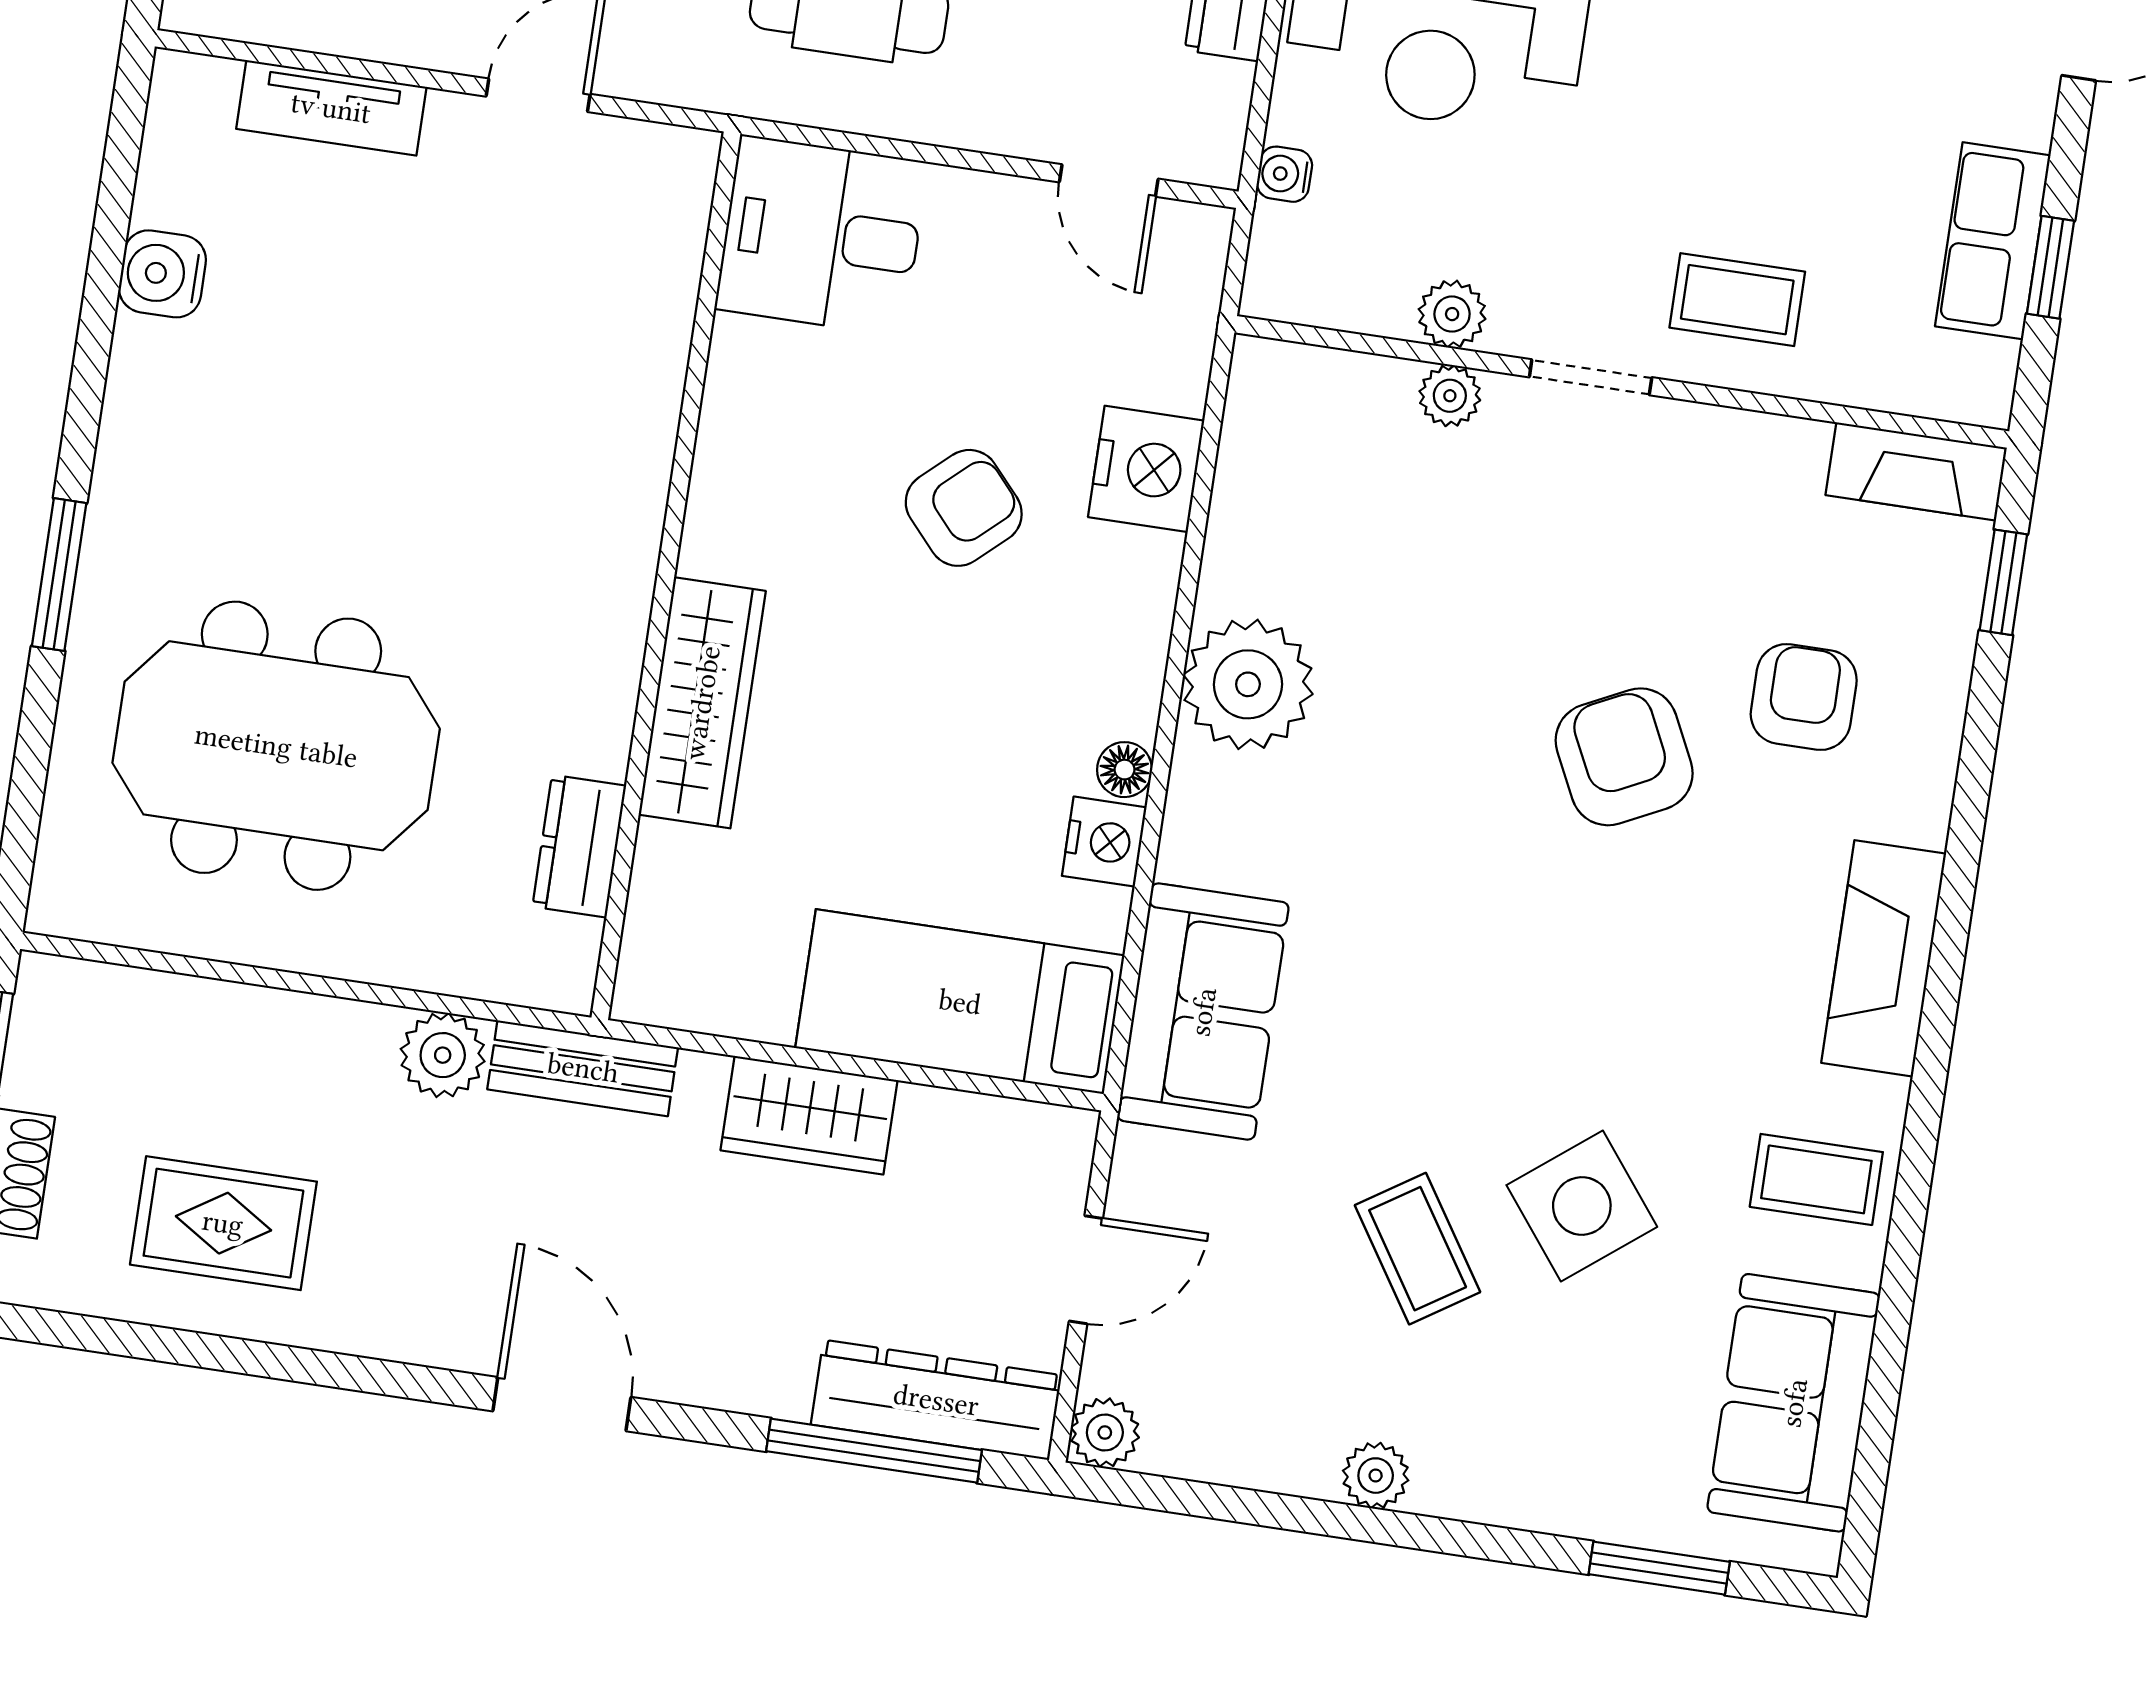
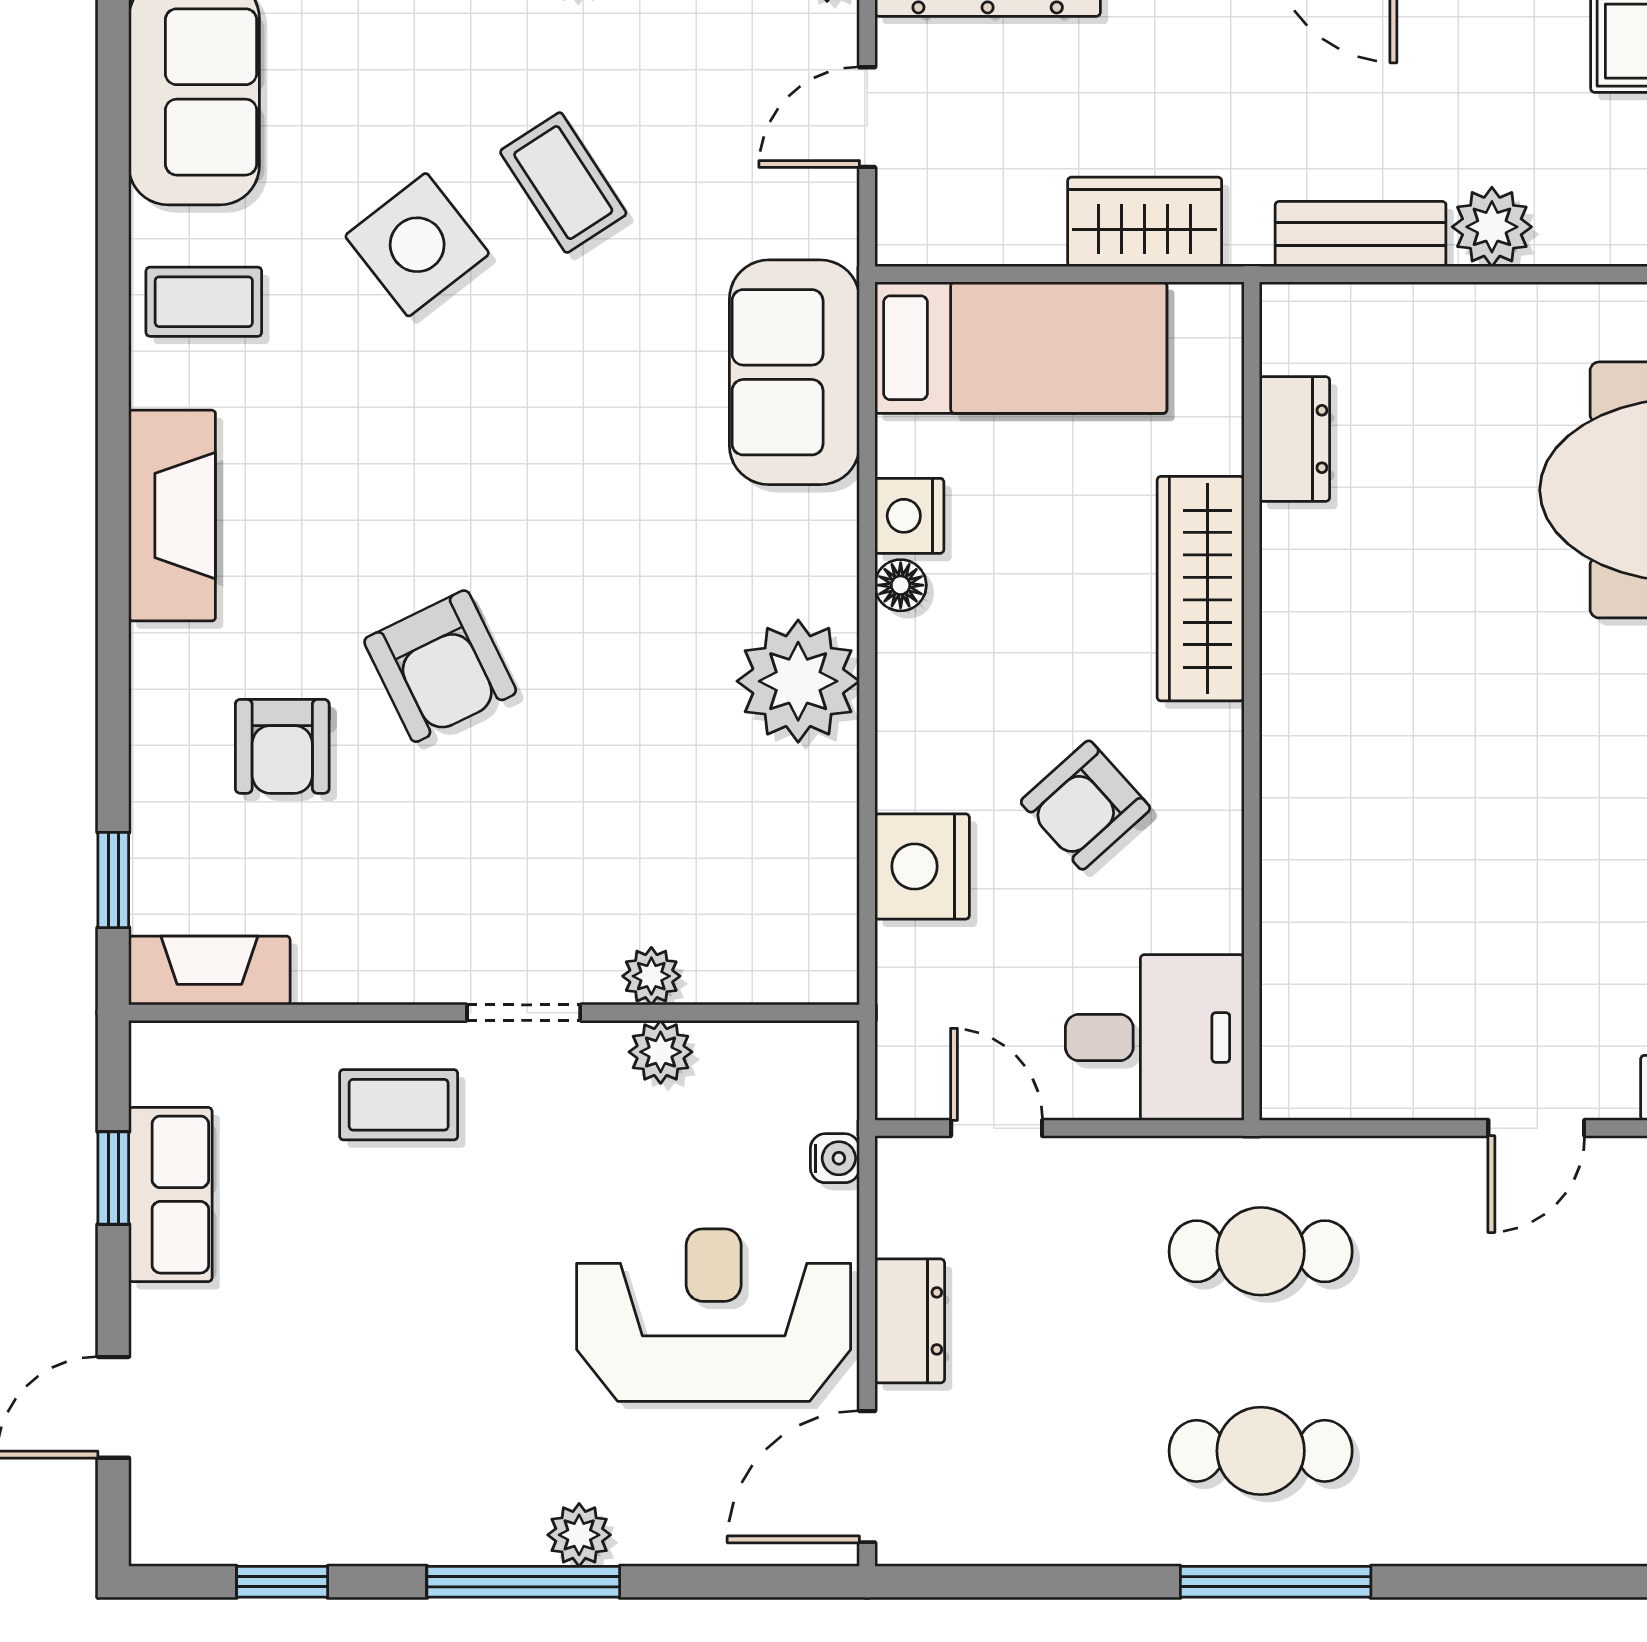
desk: (822, 235) -> (1155, 1037), moved
wall: (666, 576) -> (1252, 701), moved
wardrobe: (702, 703) -> (1201, 589), moved
dresser: (579, 846) -> (1294, 439), moved

